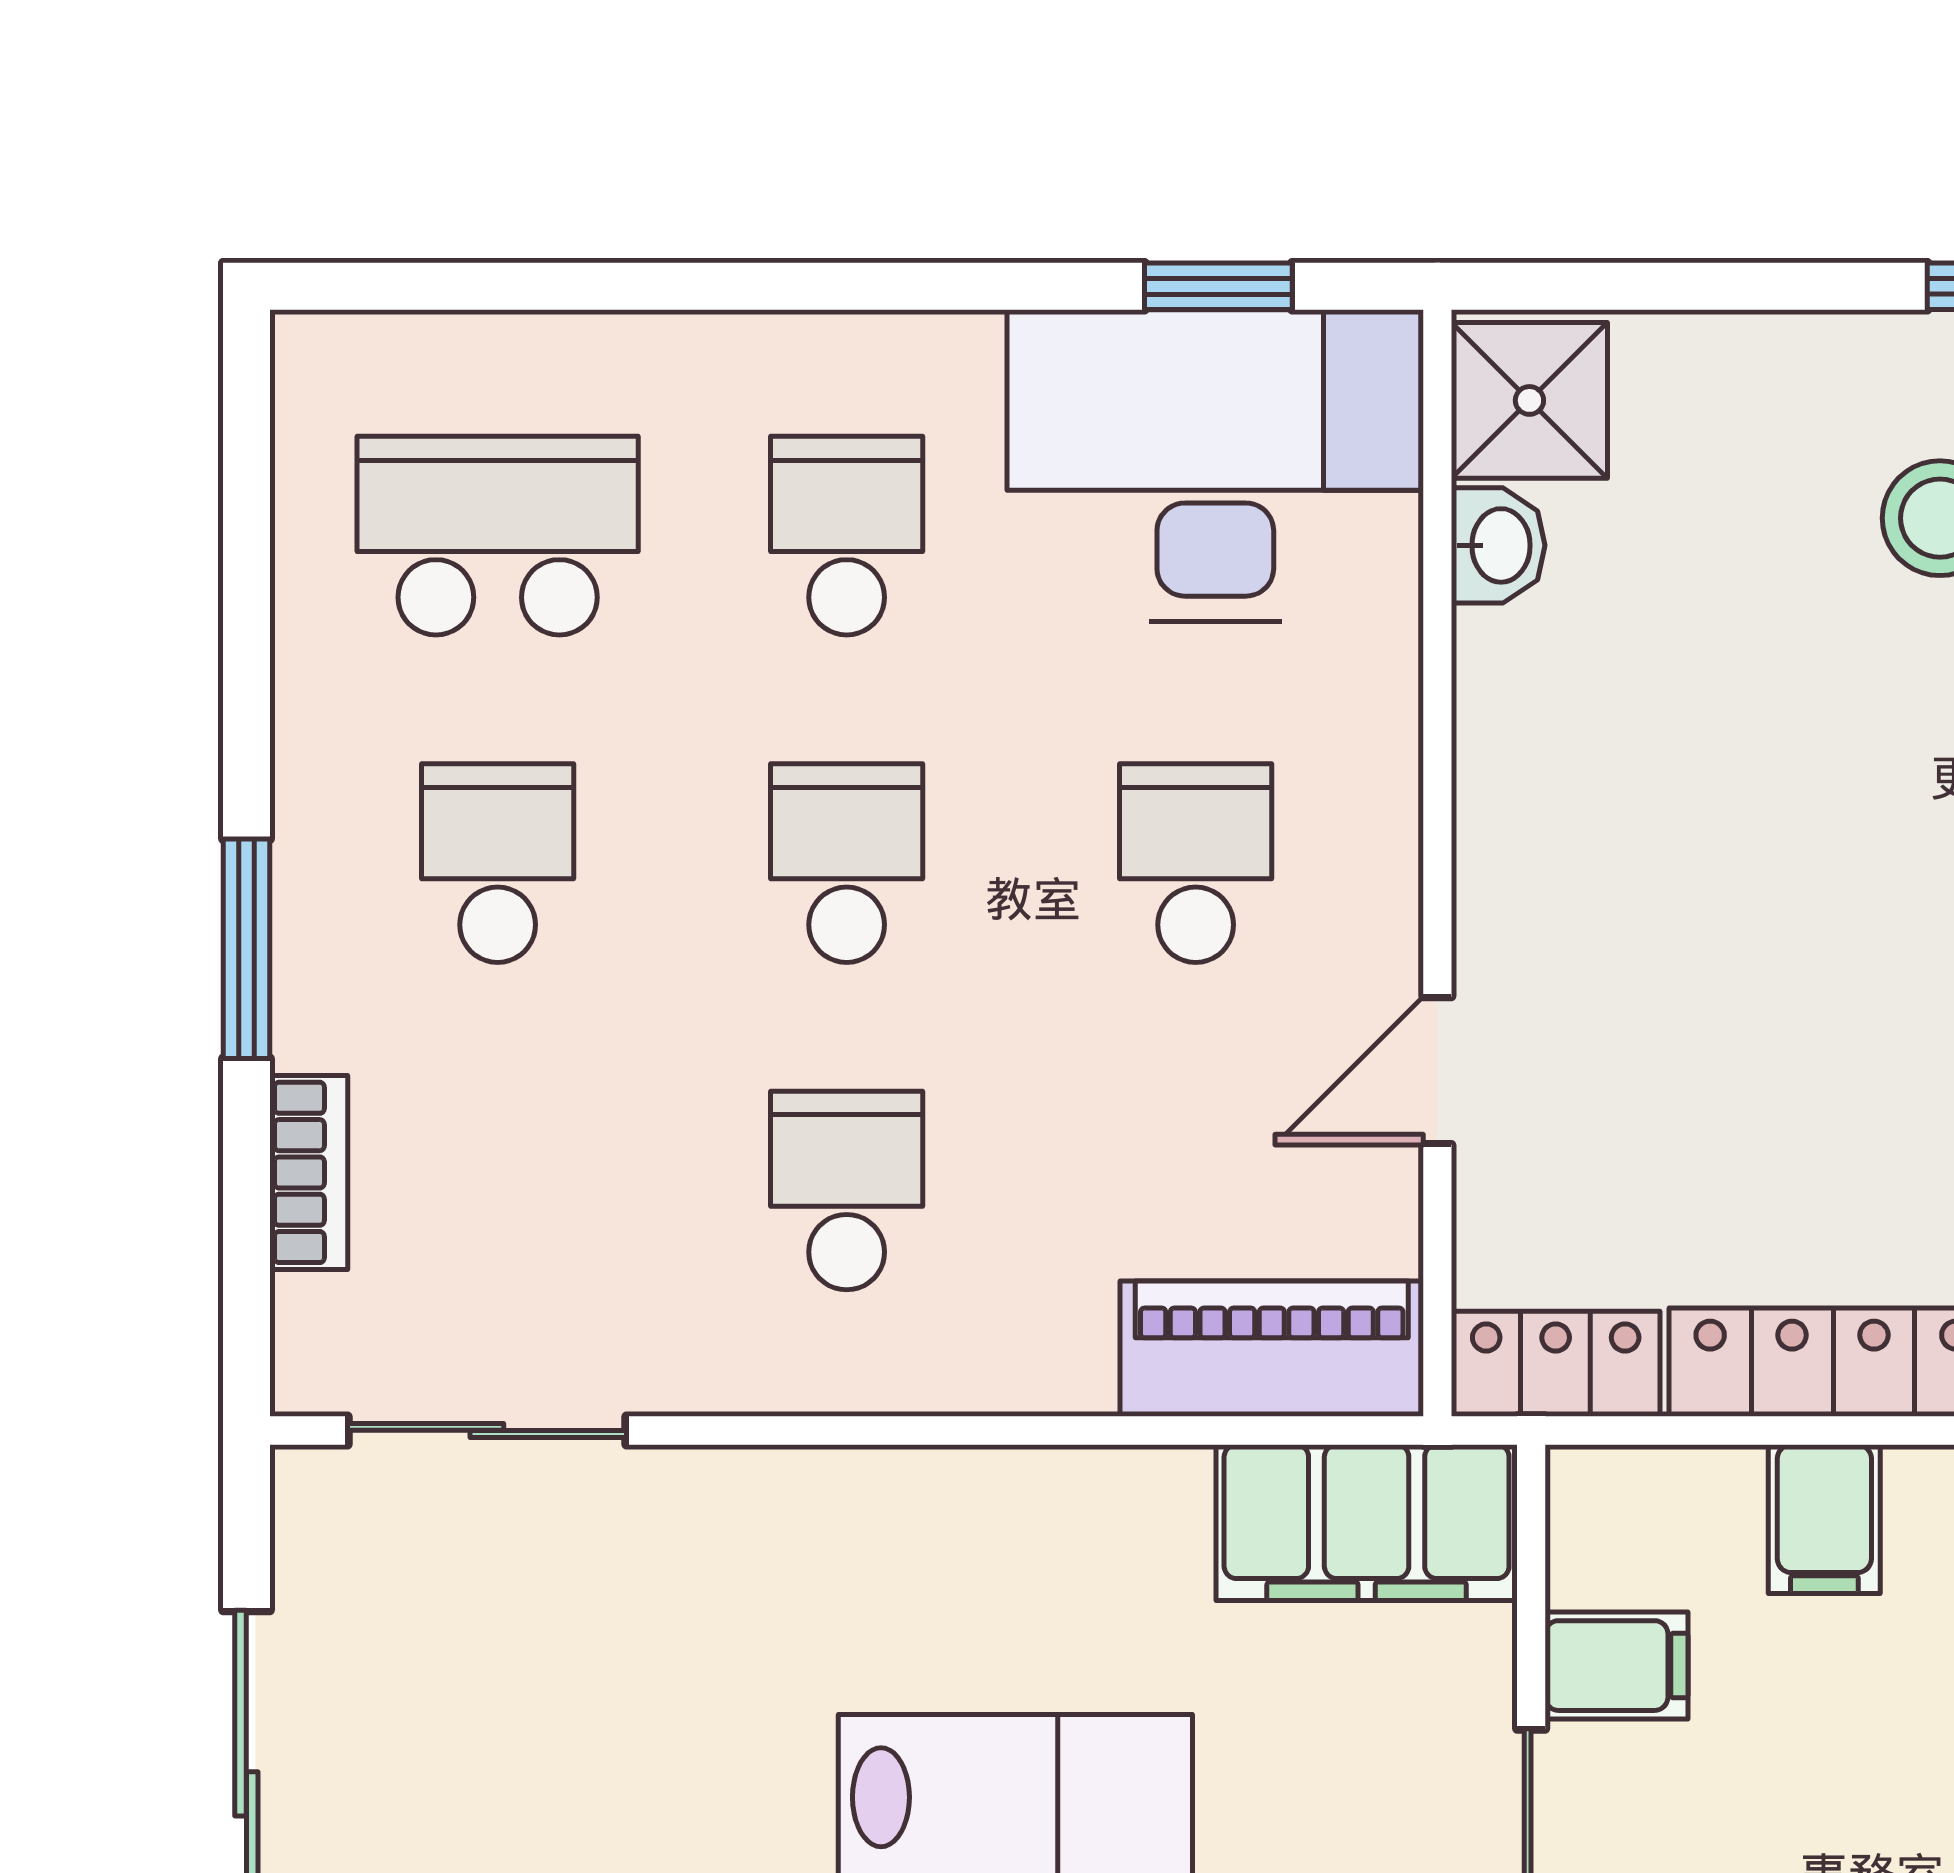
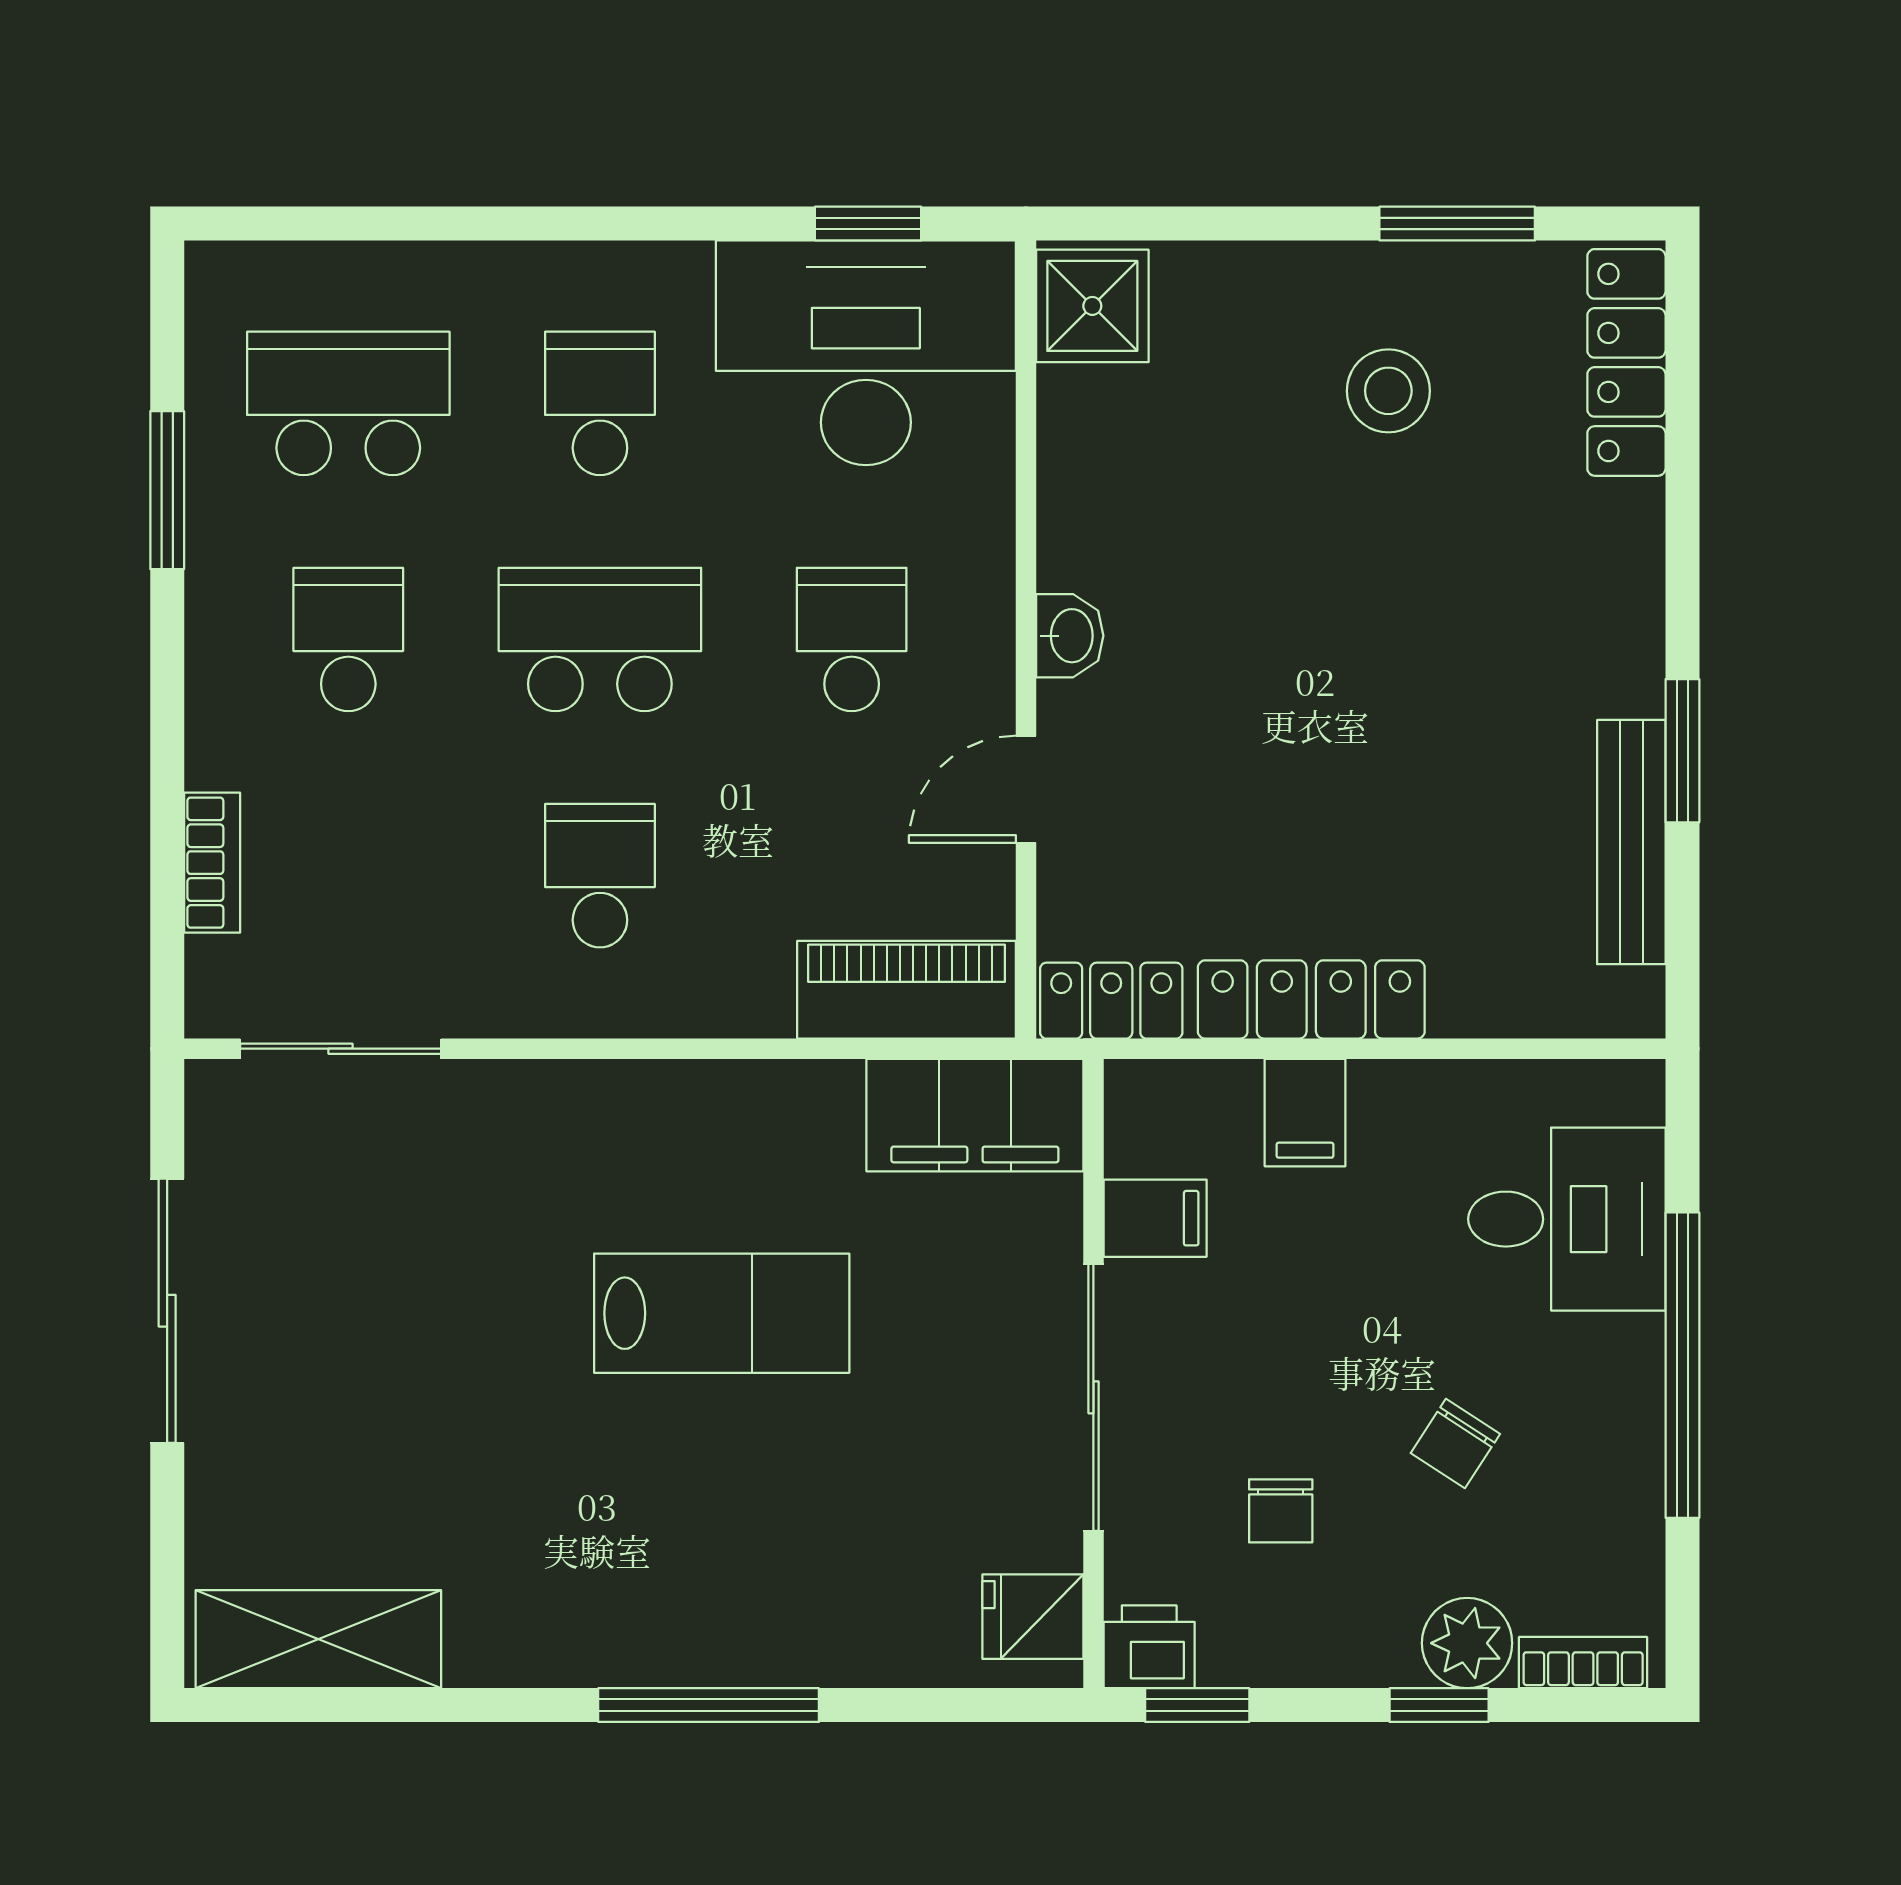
washbasin: (1498, 545) -> (1070, 636), moved
school desk: (847, 863) -> (600, 640), width x1.85
window: (246, 949) -> (167, 490), moved

